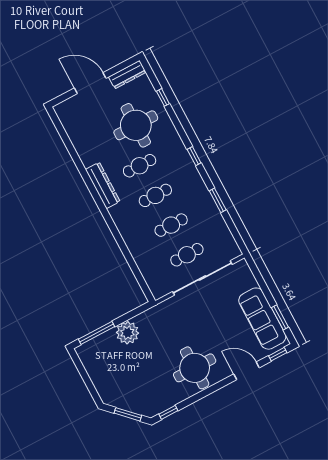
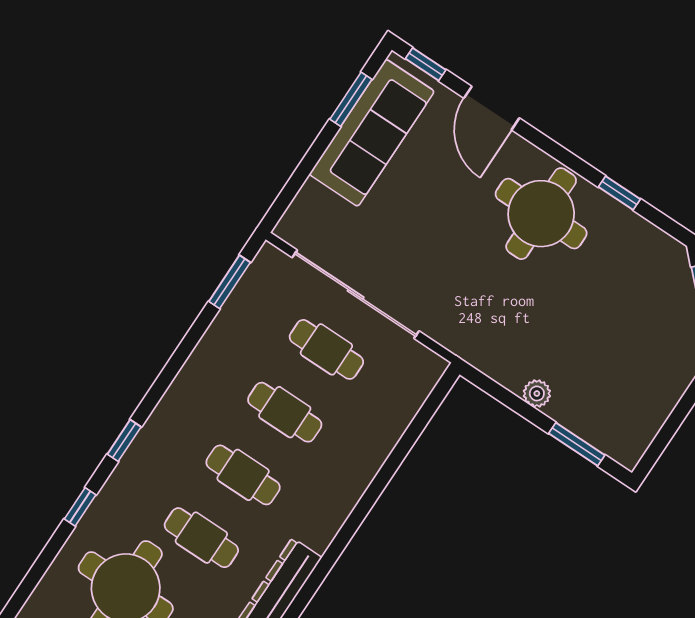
window: (163, 97) -> (80, 507), moved
window: (218, 200) -> (230, 282), moved
window: (97, 333) -> (577, 444), width x0.69
plant: (127, 333) -> (537, 393), width x0.53, depth x0.53
window: (168, 412) -> (619, 193), moved

